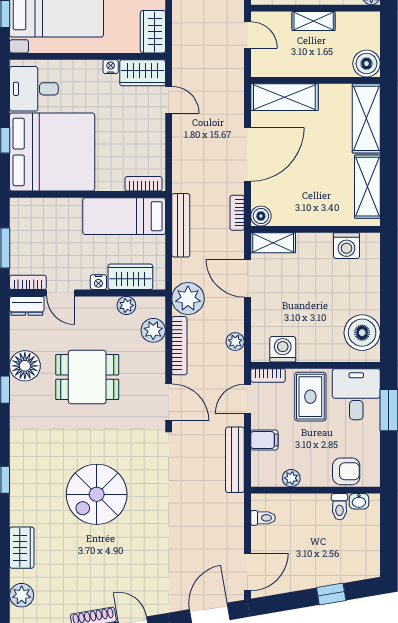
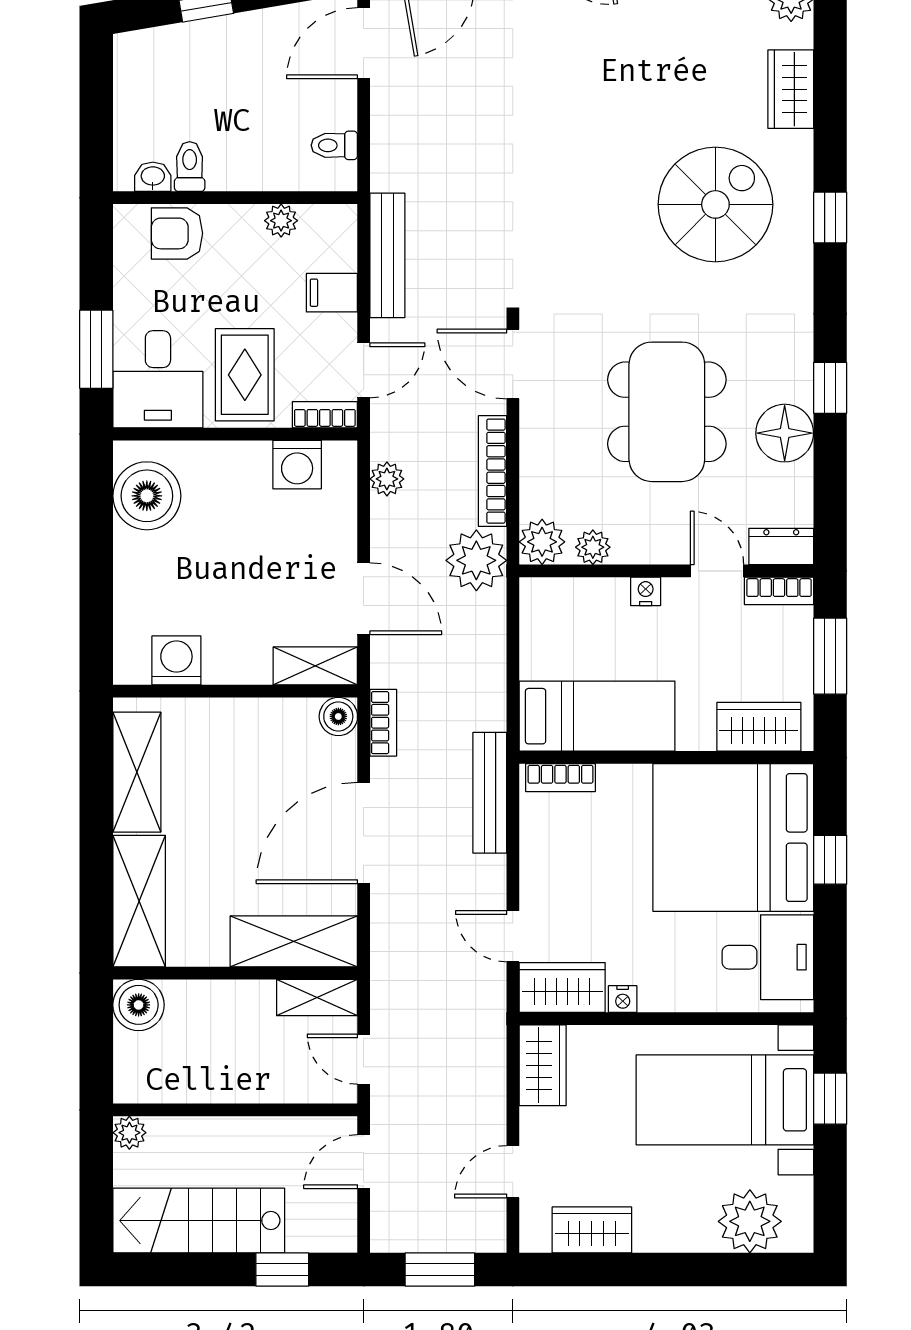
shelving: (314, 21) -> (317, 997), moved
bench: (181, 225) -> (490, 793), moved
wardrobe: (130, 277) -> (759, 727), moved, turned 180
plant: (153, 330) -> (542, 542), moved
dining table: (87, 377) -> (667, 412), width x1.38
spiral stairs: (97, 494) -> (715, 204), moved

